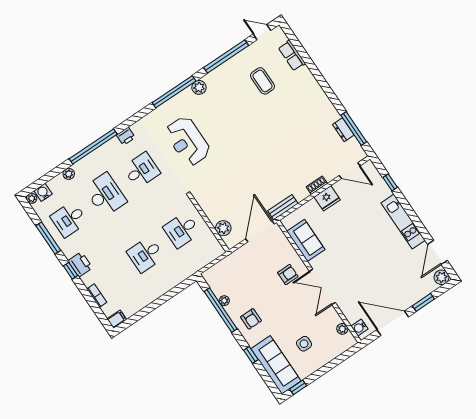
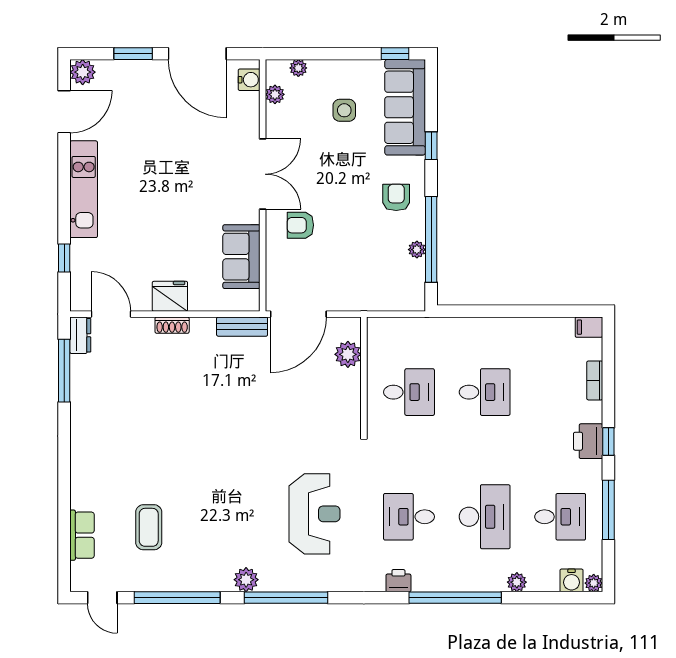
dresser: (343, 130) -> (80, 335), moved
desk: (105, 195) -> (485, 517), turned 180
plant: (340, 349) -> (298, 68), added

